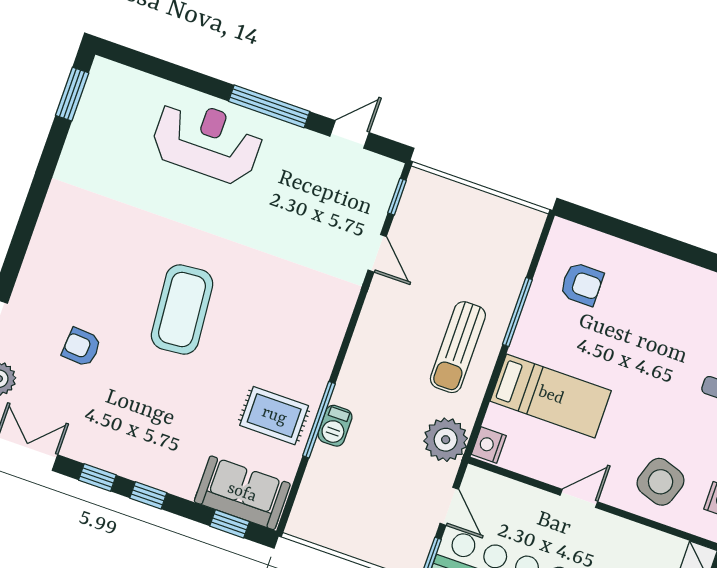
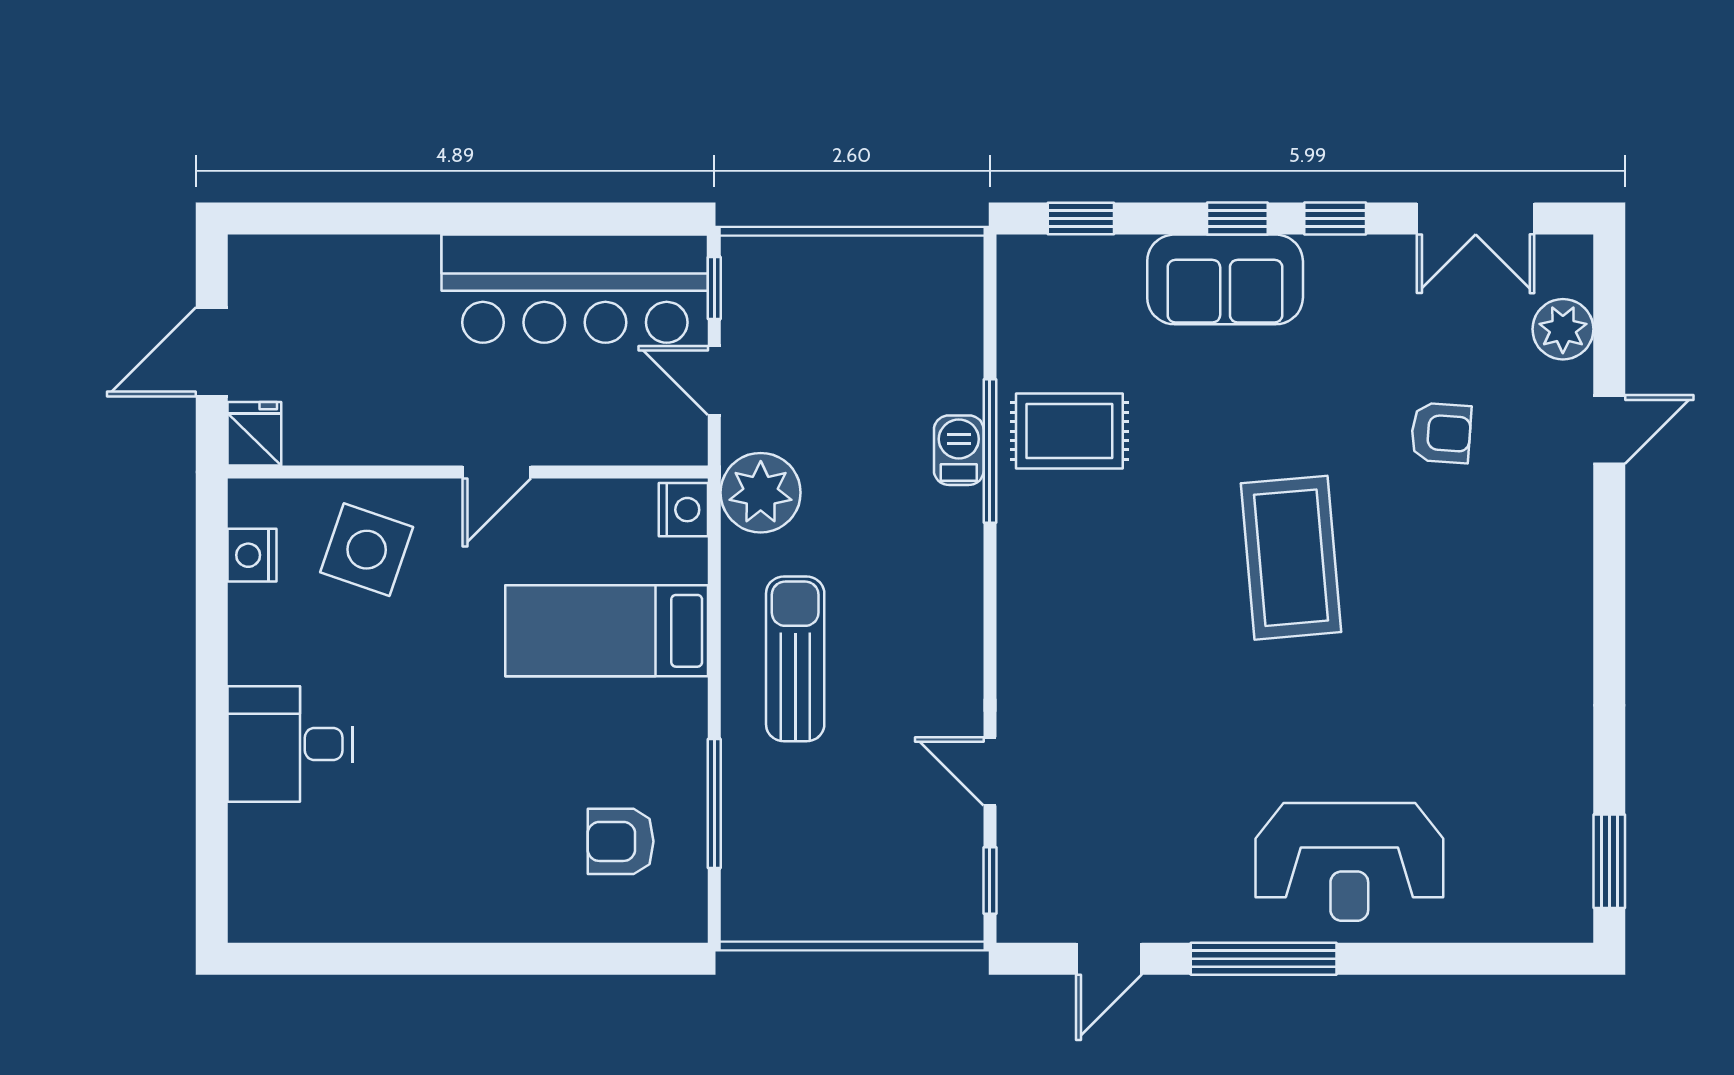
window: (517, 312) -> (714, 803), moved
sofa: (242, 493) -> (1225, 279), moved

